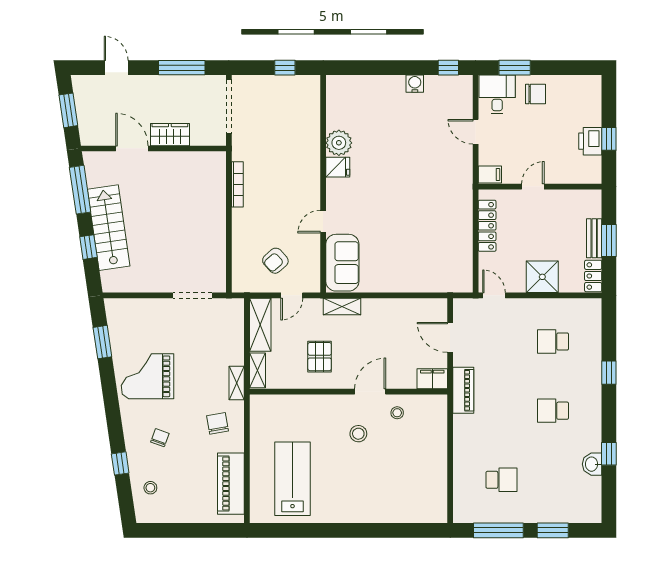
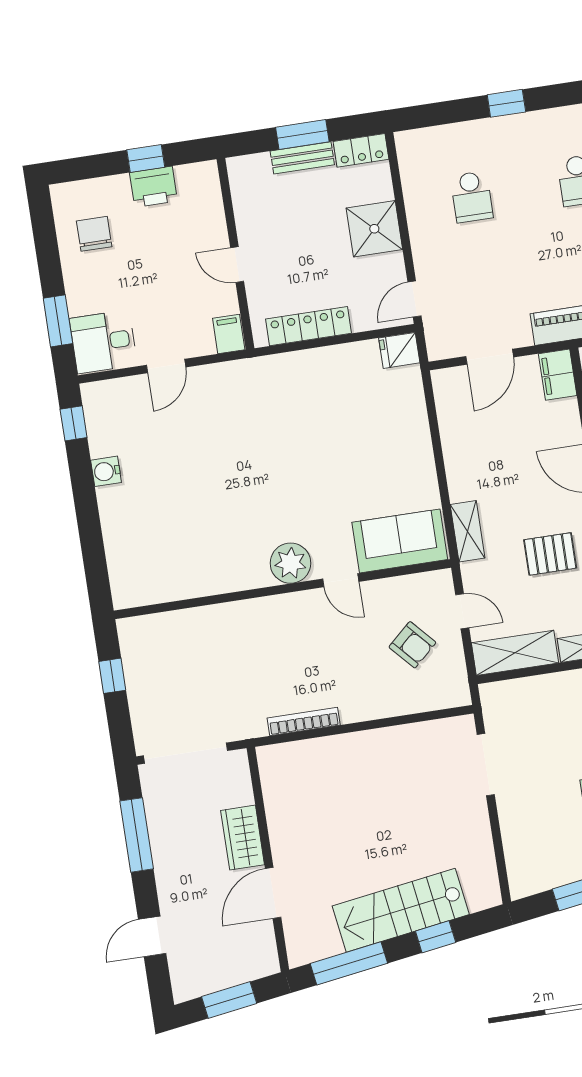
chair: (536, 94) -> (94, 234), moved
plant: (339, 143) -> (291, 563), moved
fridge: (338, 167) -> (399, 350), moved, turned -90

